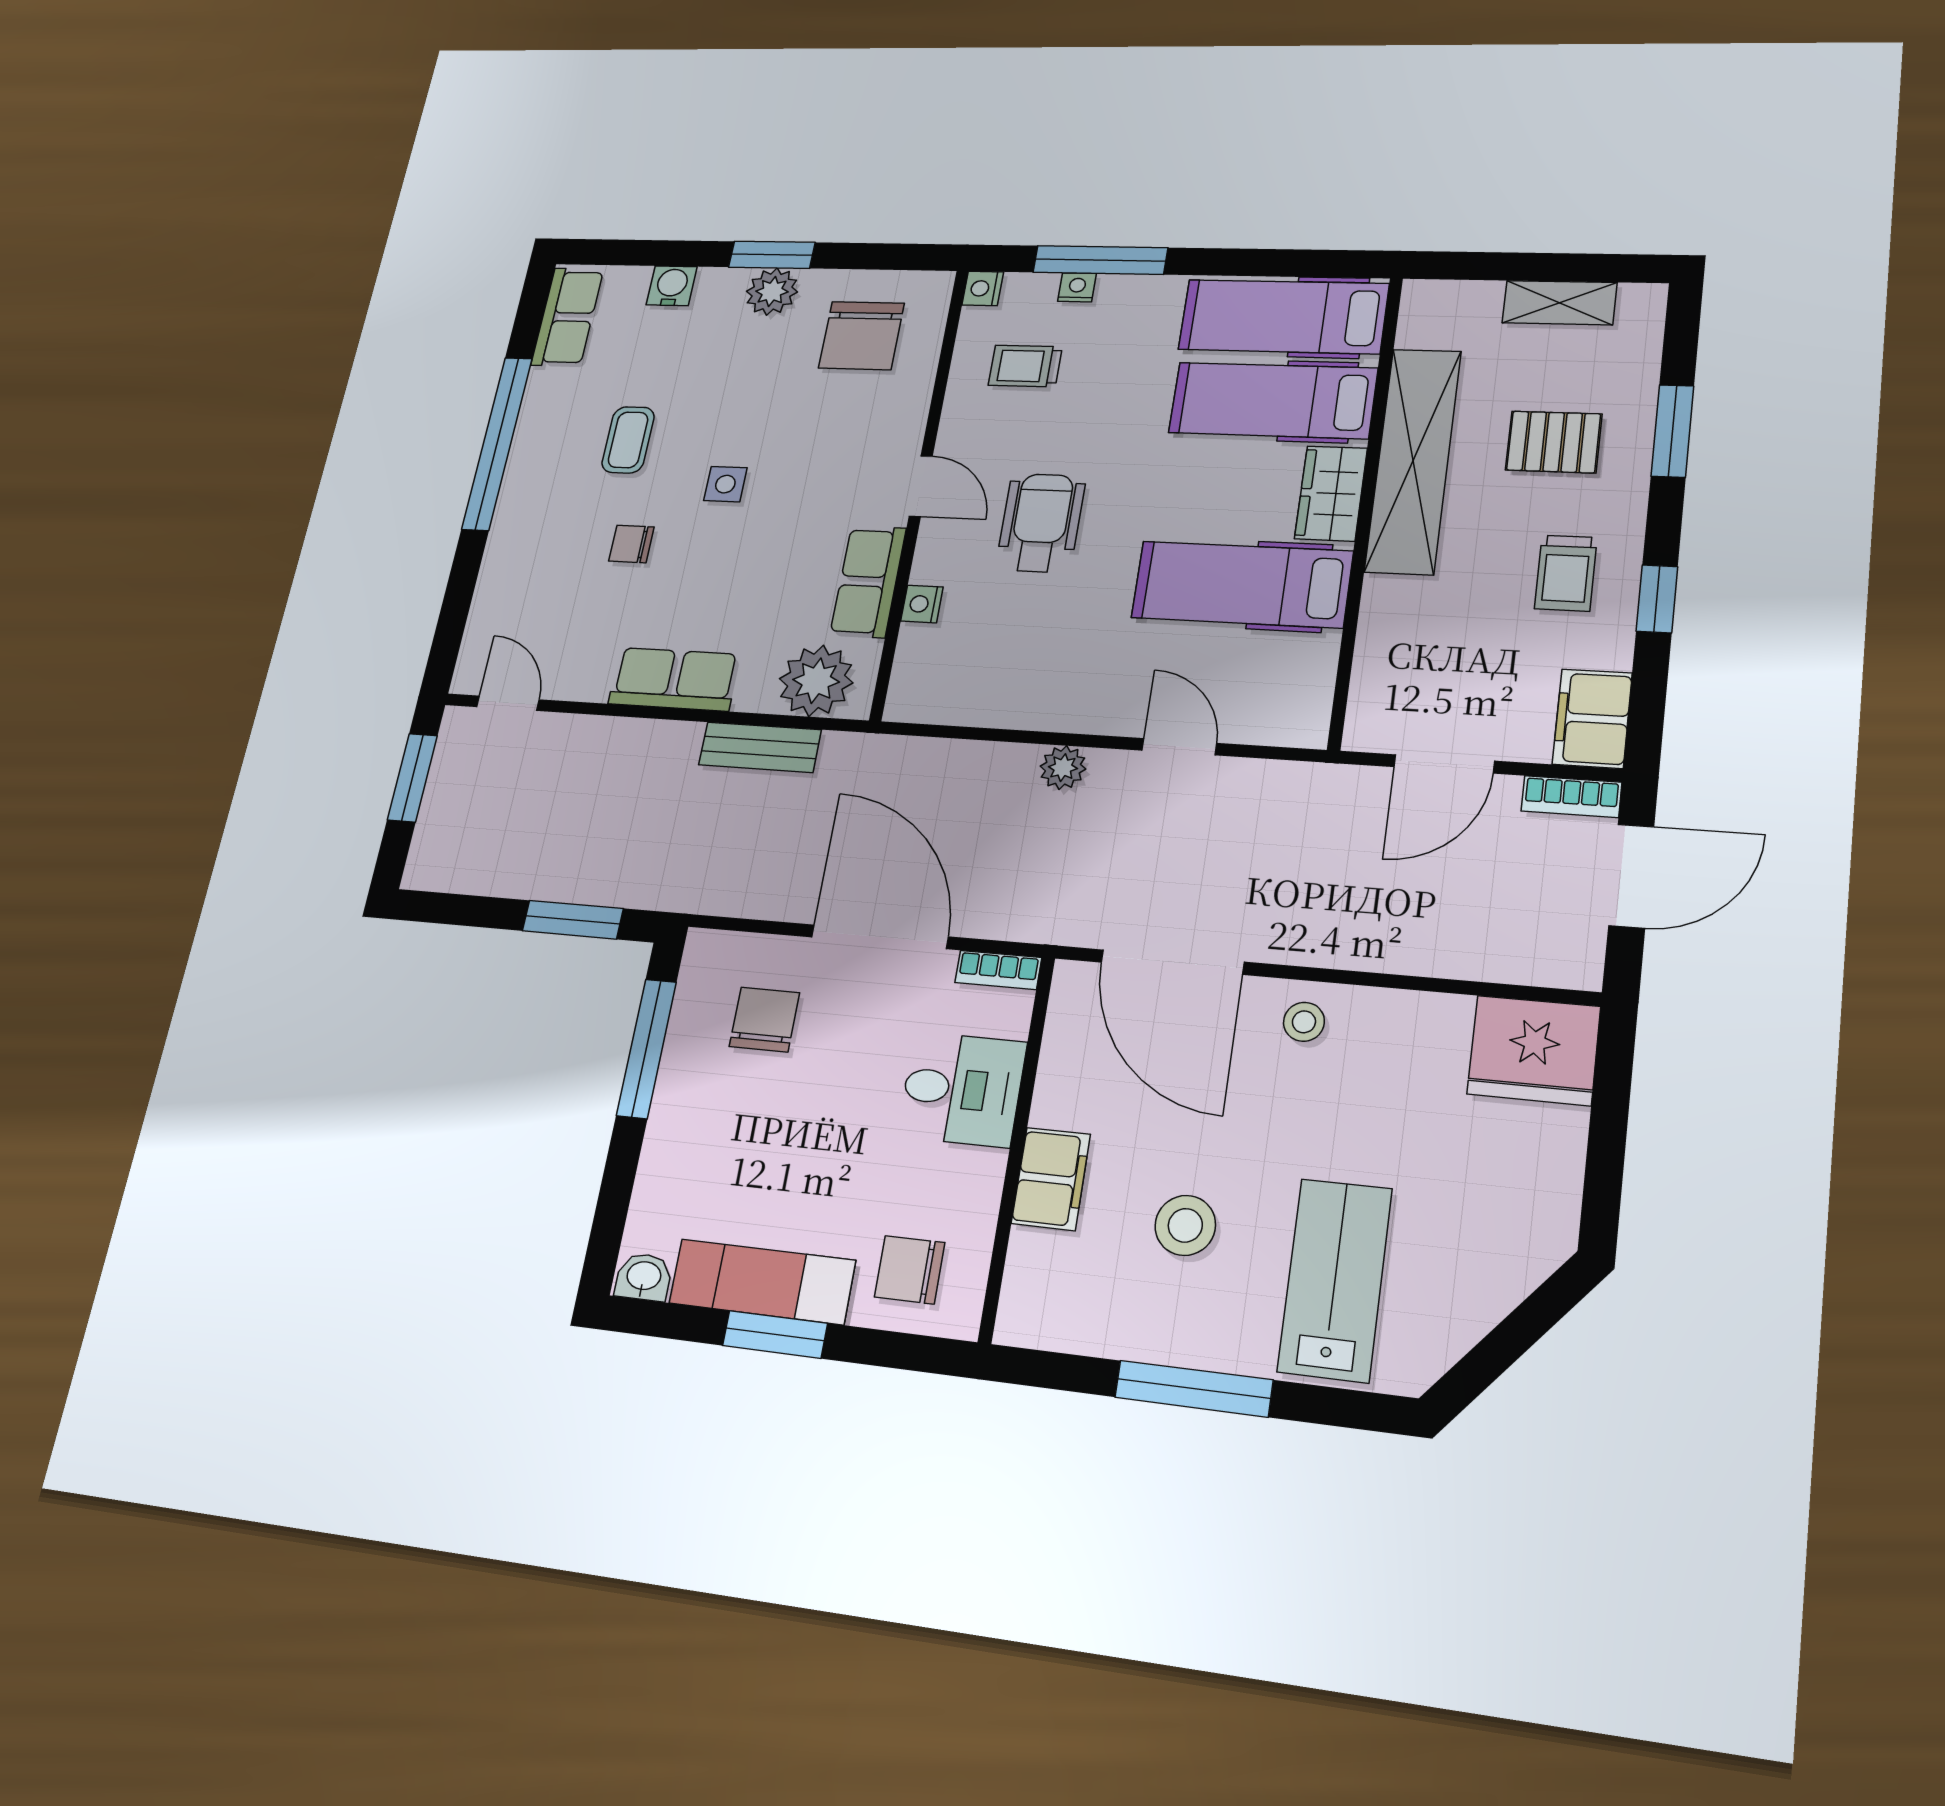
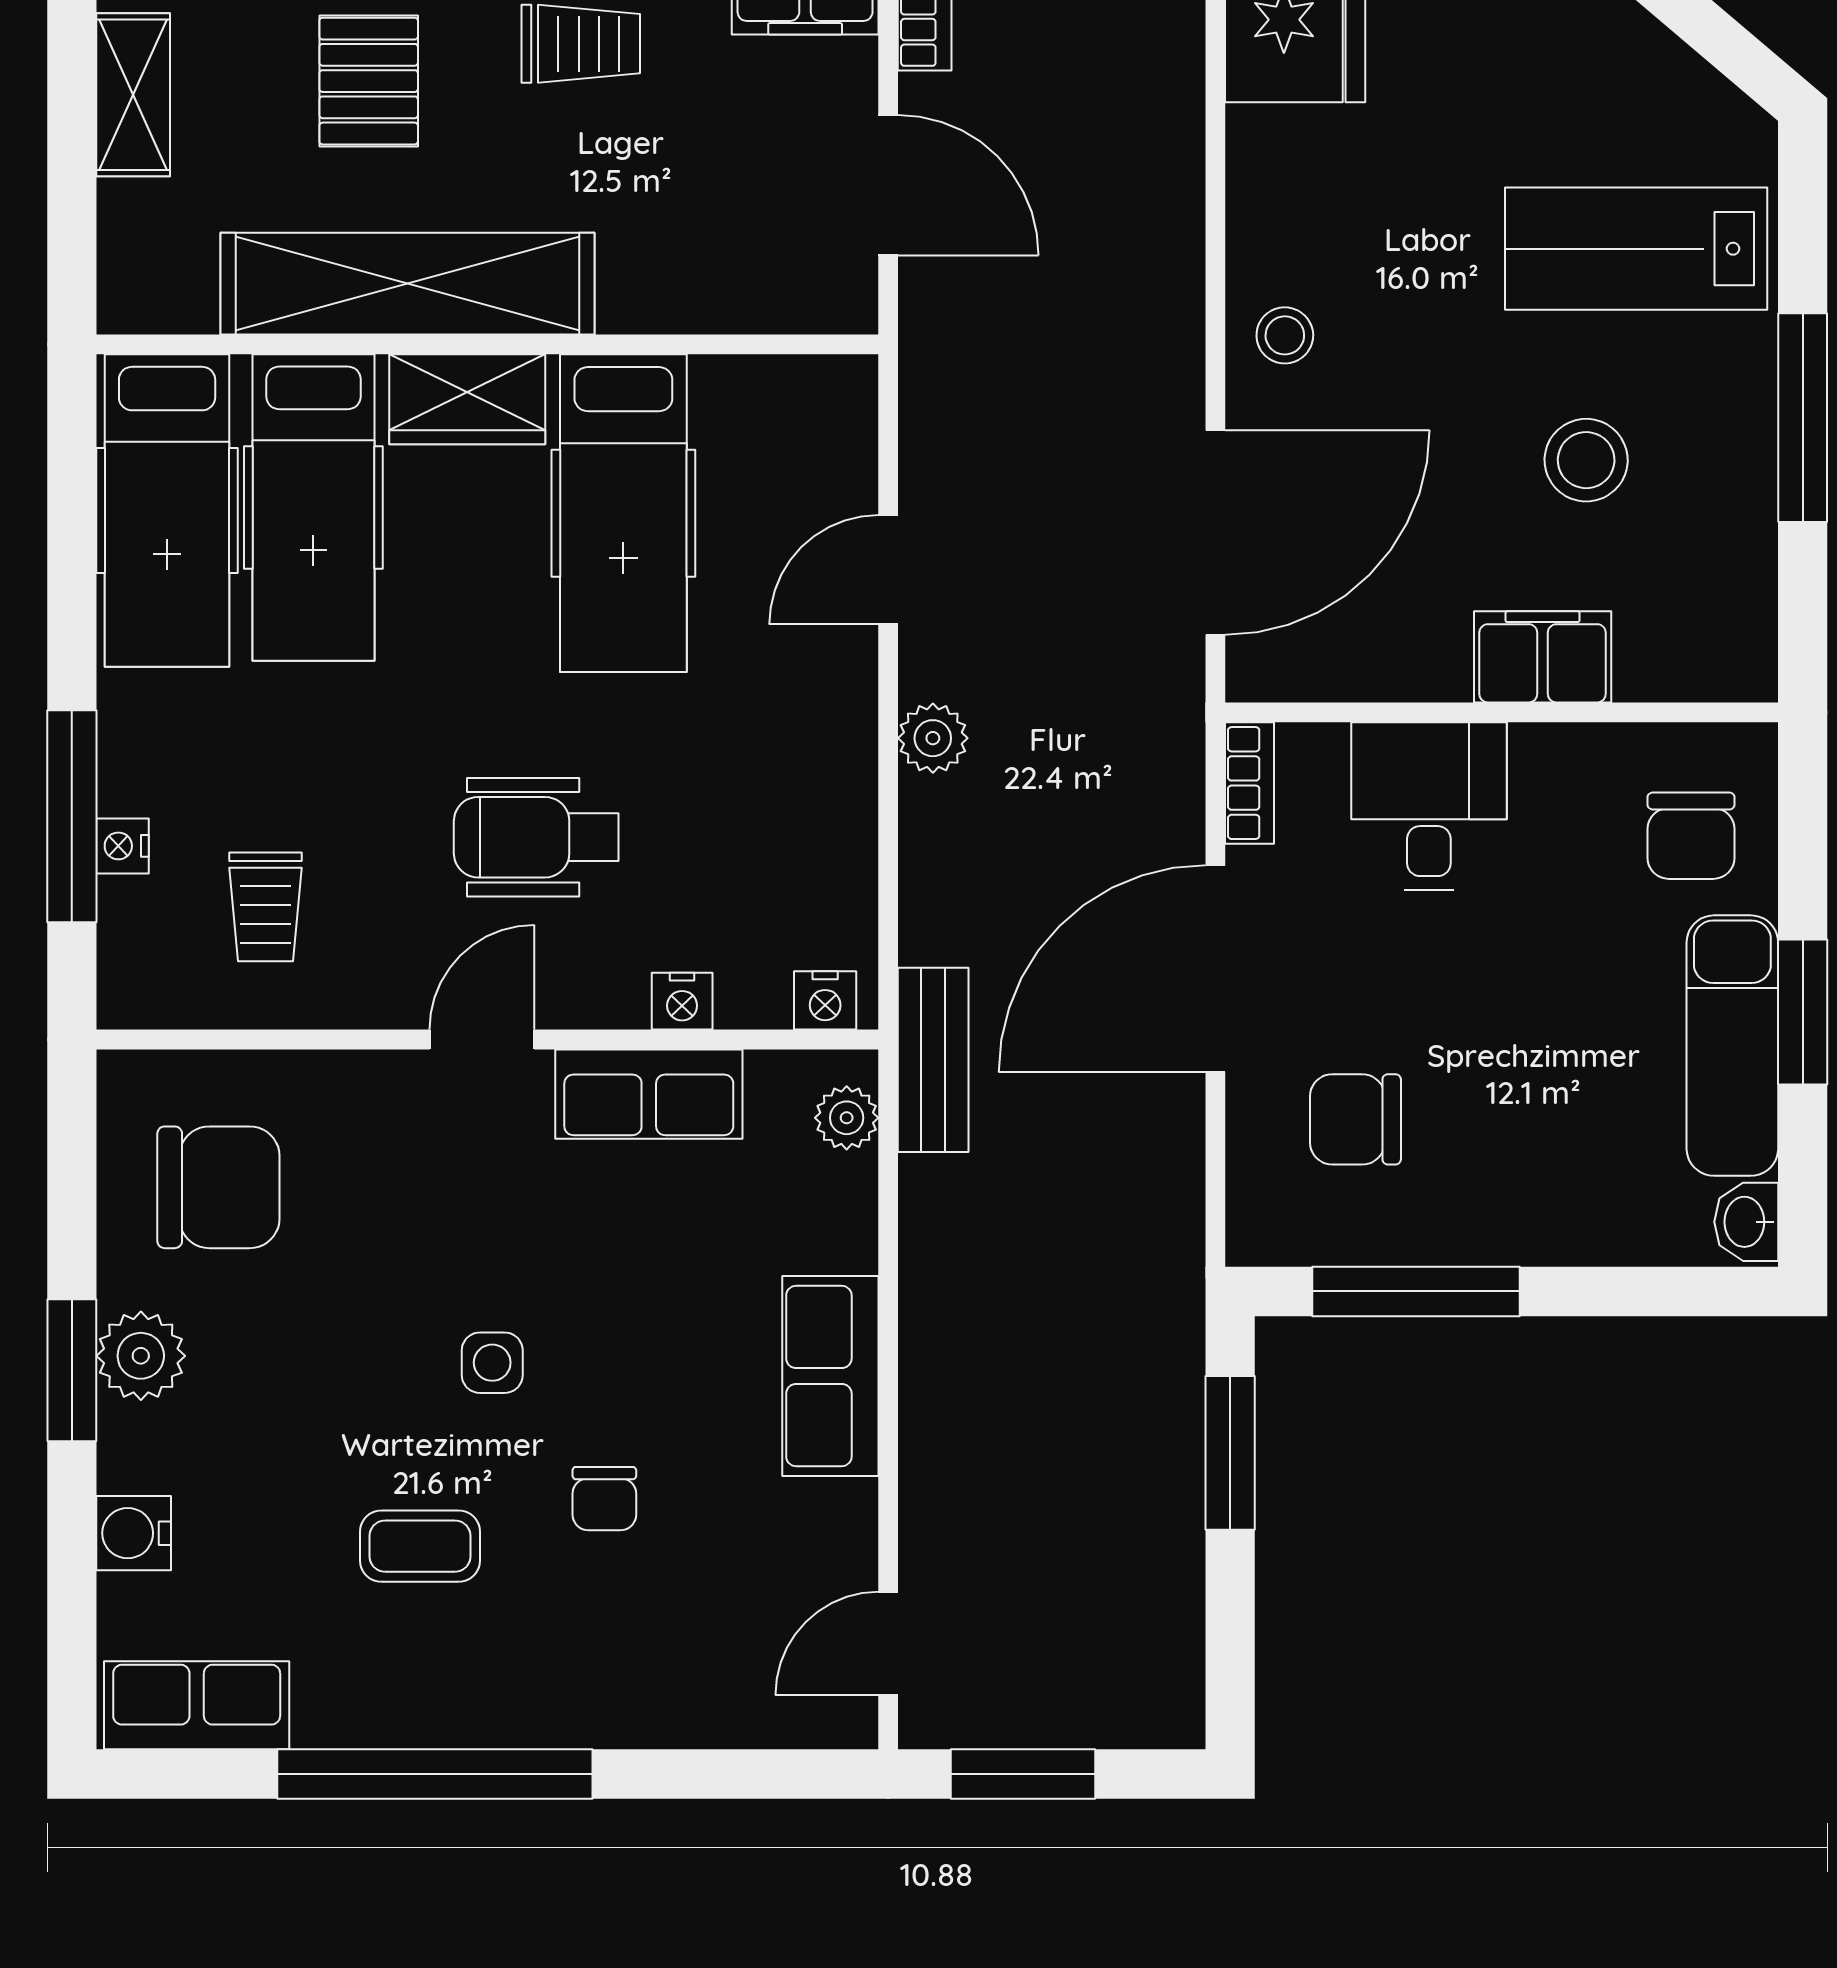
nightstand: (983, 288) -> (825, 1000), moved
plant: (816, 681) -> (847, 1118), width x0.53, depth x0.53
bench: (760, 747) -> (933, 1060), moved

